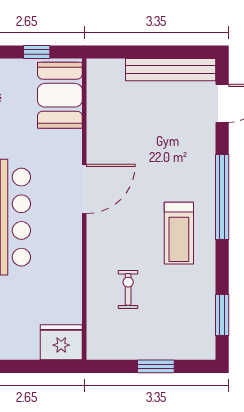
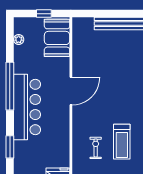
treadmill: (179, 233) -> (122, 142), moved

